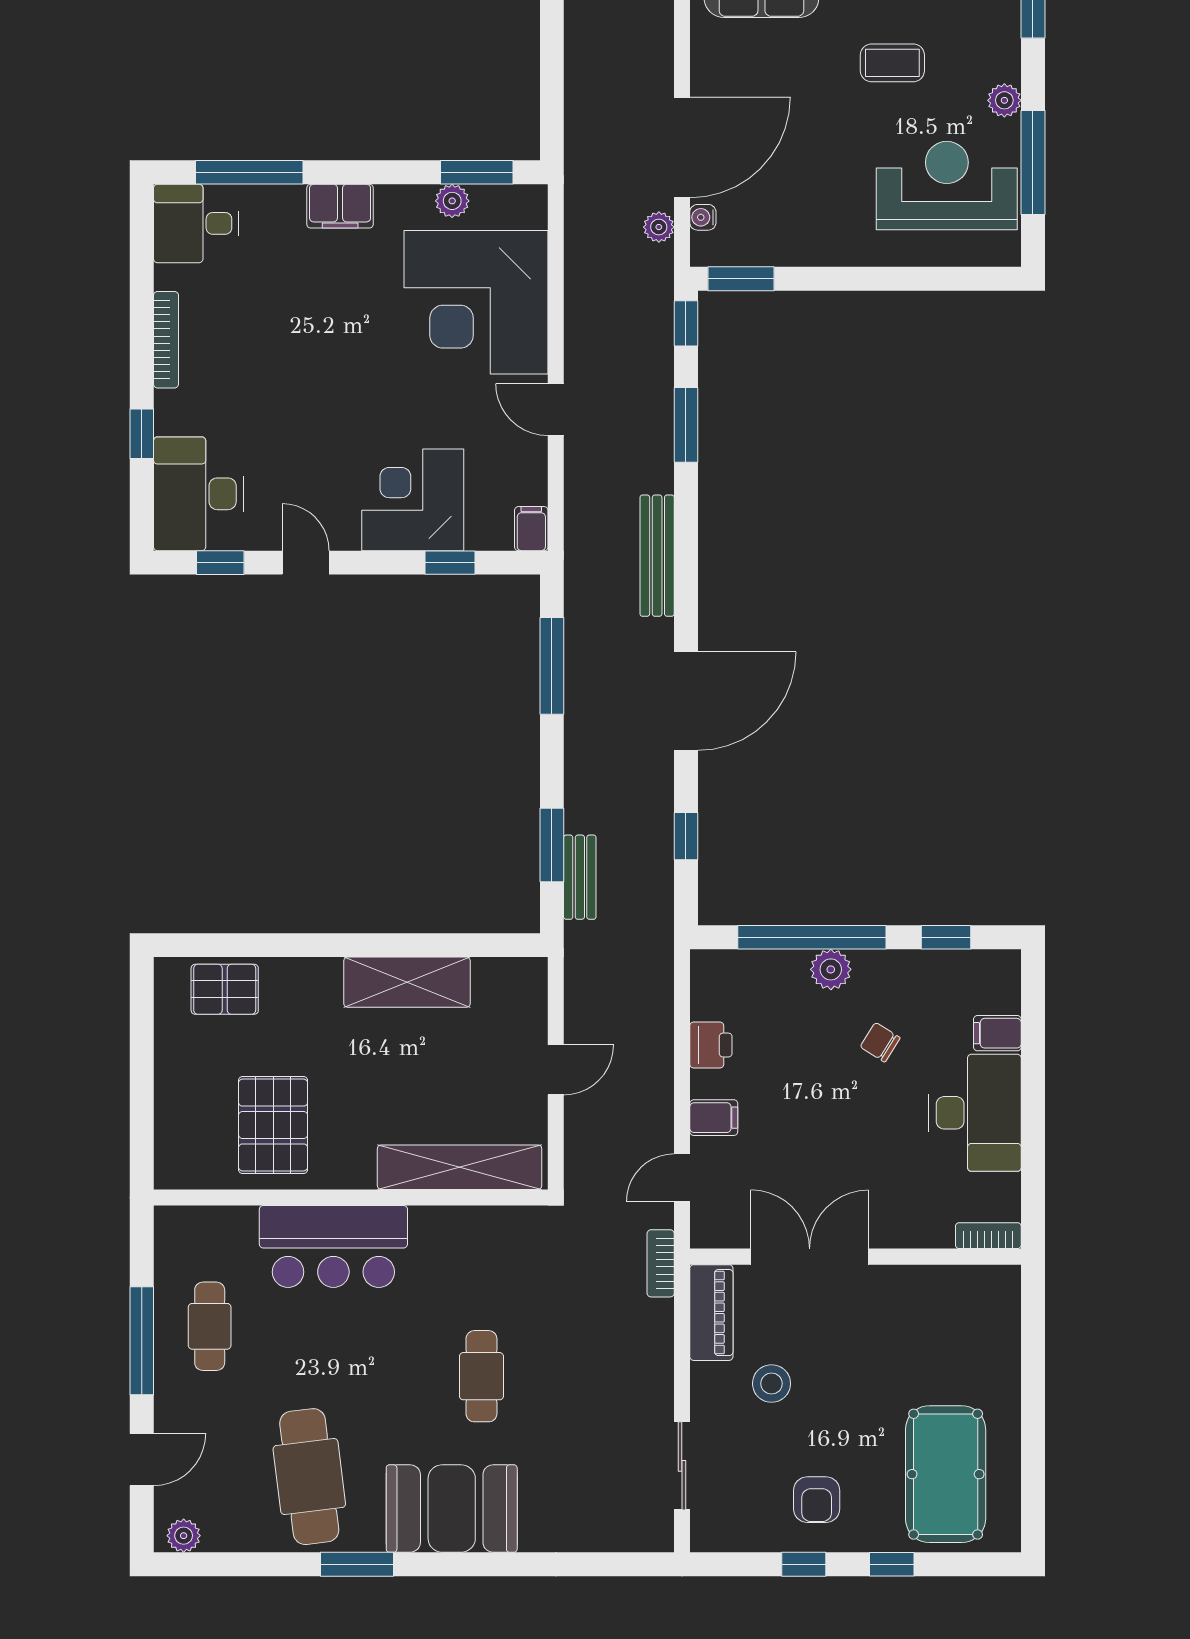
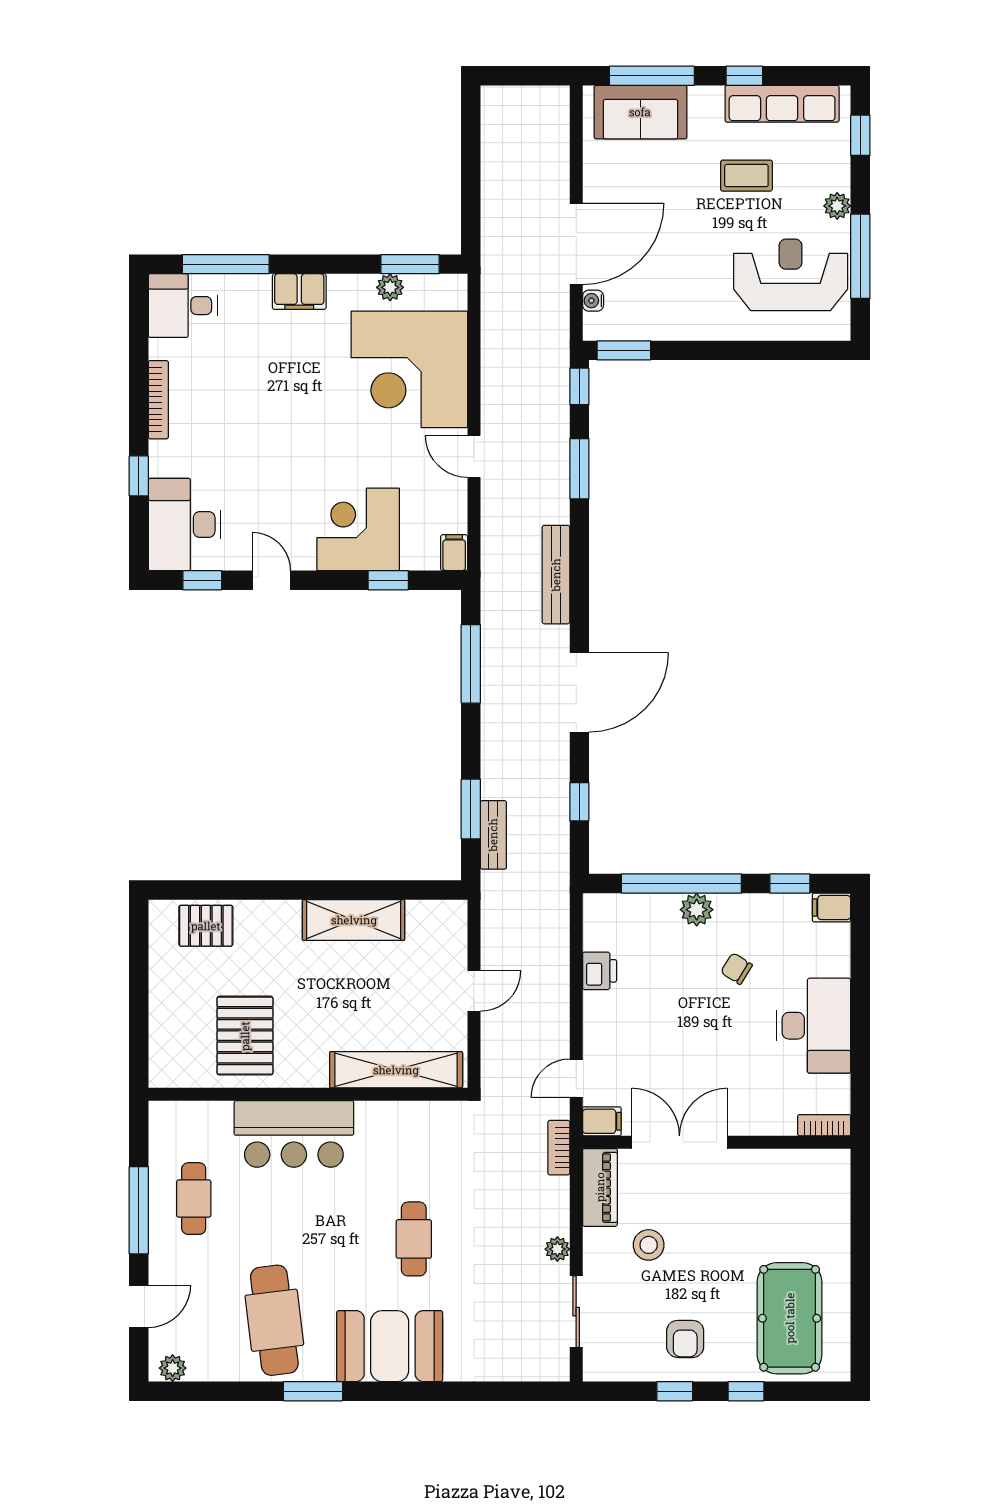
plant: (659, 227) -> (557, 1249), moved
filing cabinet: (997, 1033) -> (832, 908), moved
filing cabinet: (714, 1118) -> (602, 1121), moved

